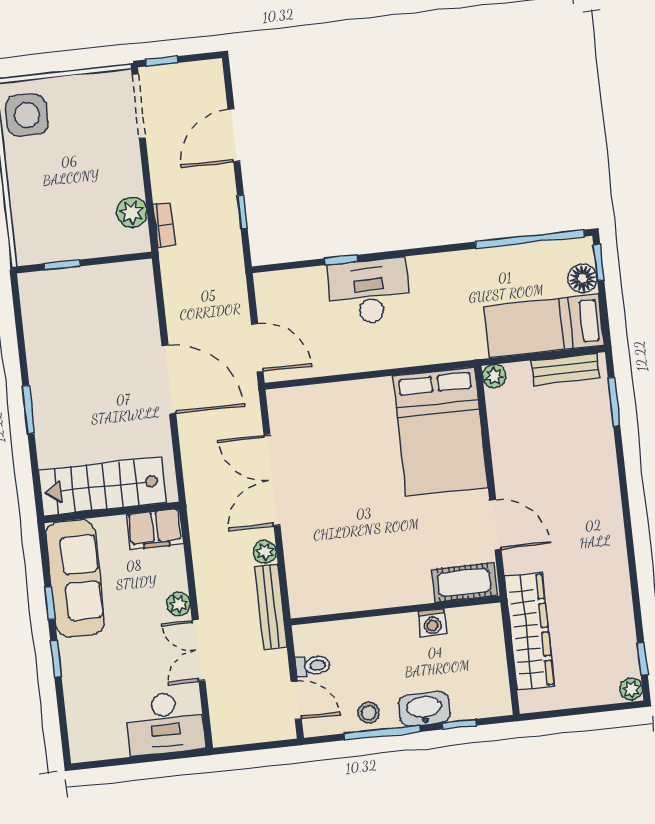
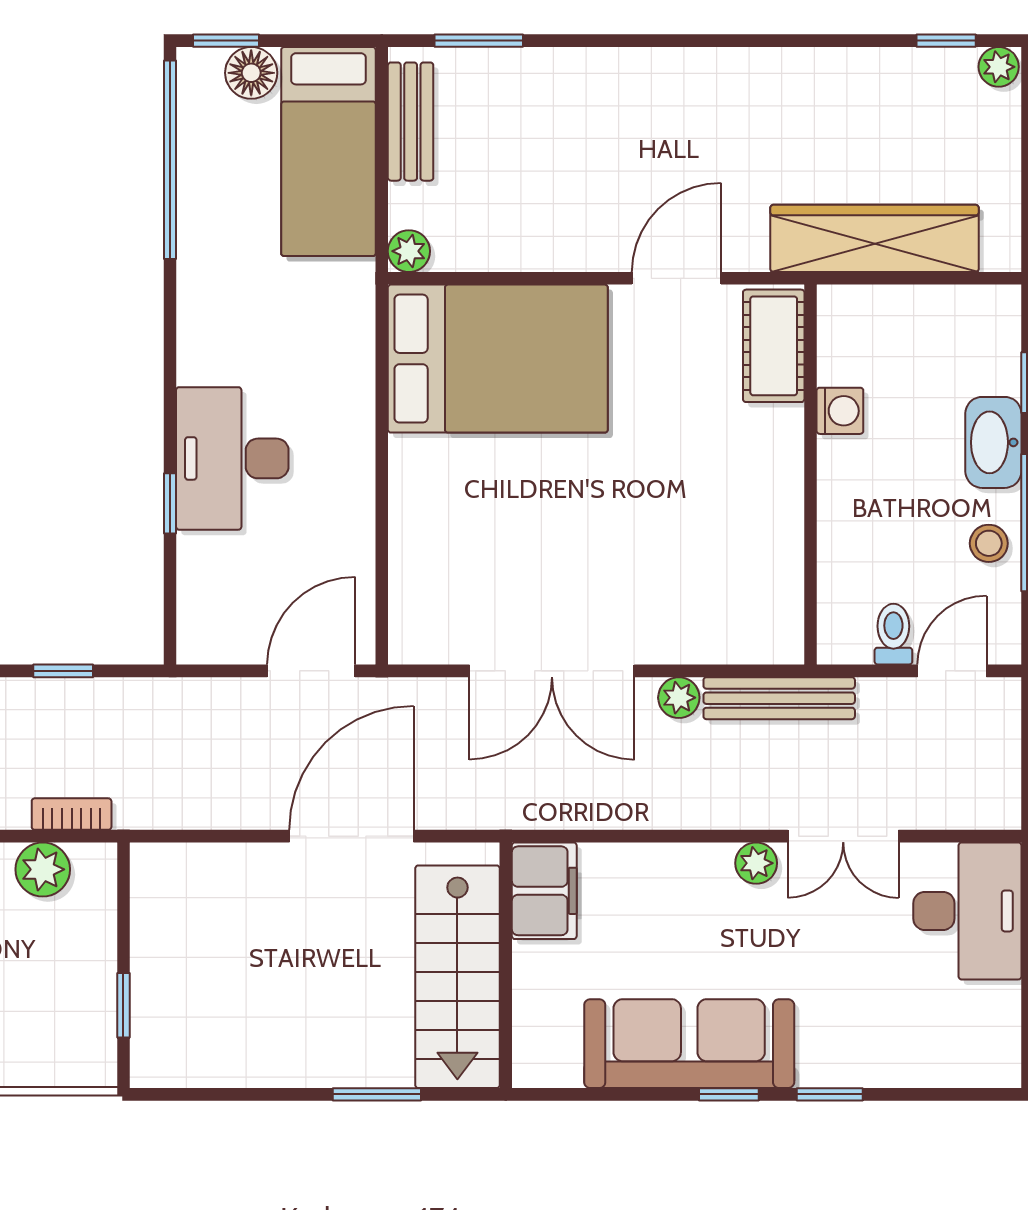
stairs: (102, 487) -> (457, 977), moved
wall: (112, 512) -> (506, 965), moved
filing cabinet: (155, 529) -> (544, 891), moved

